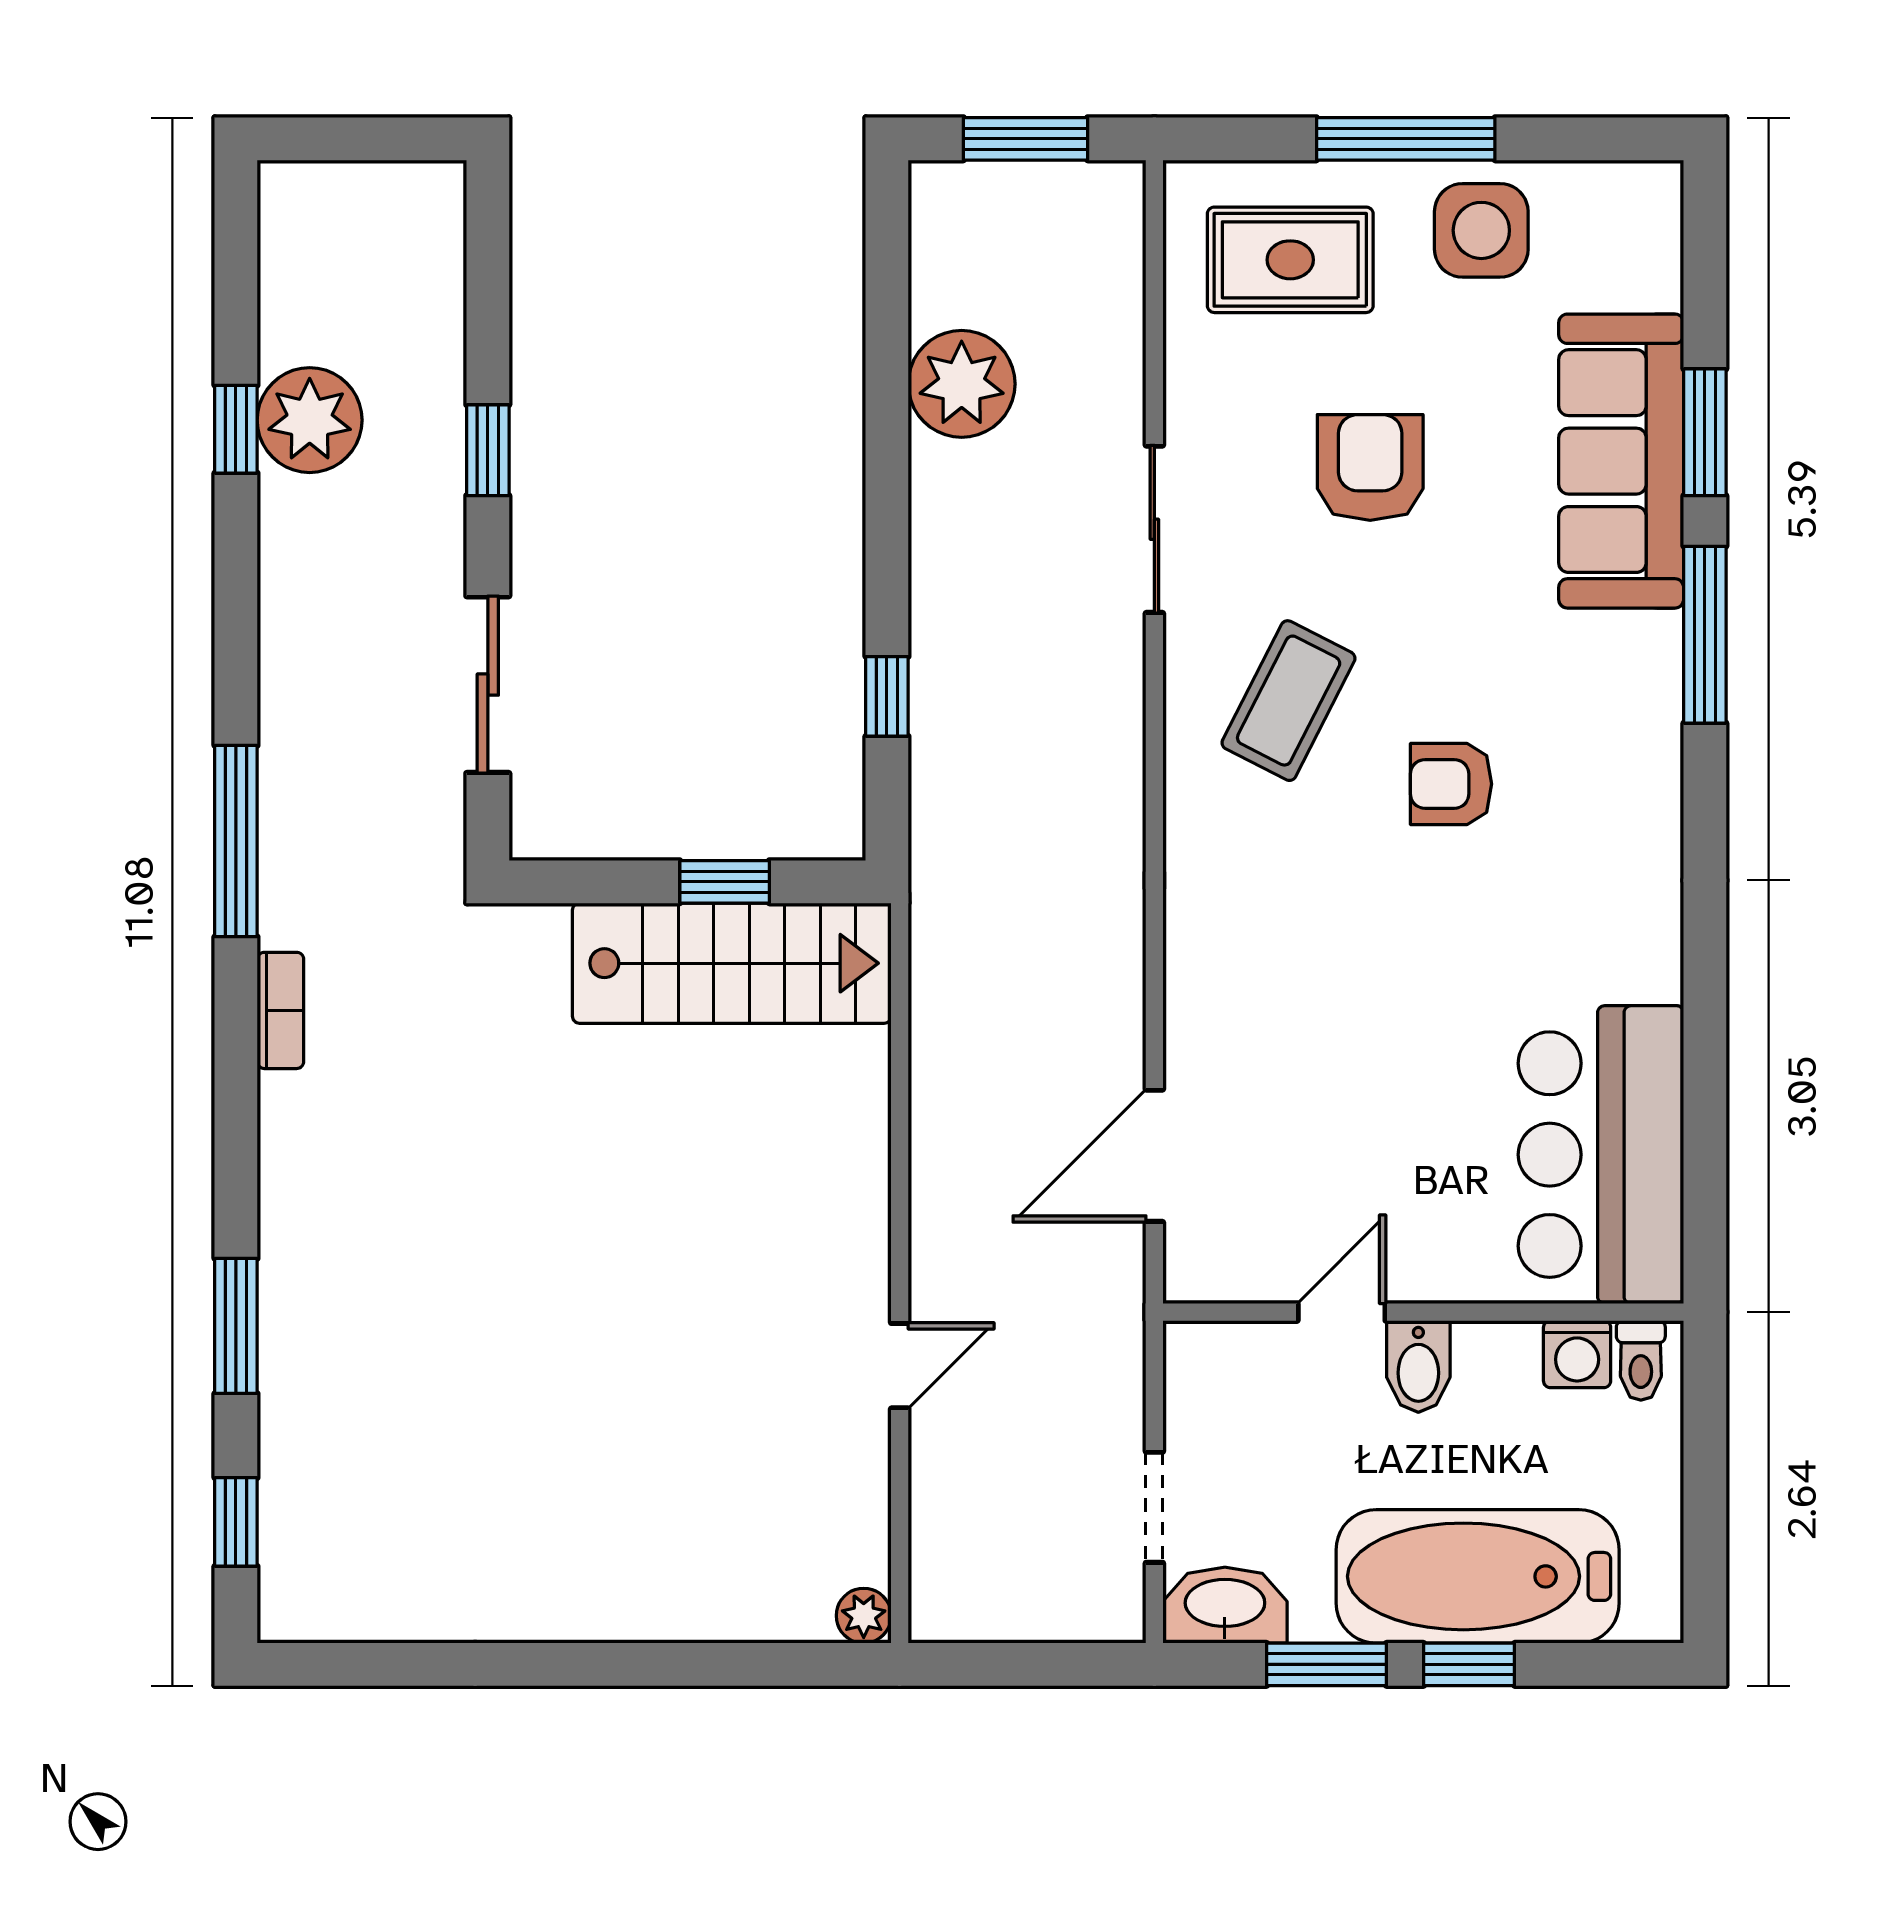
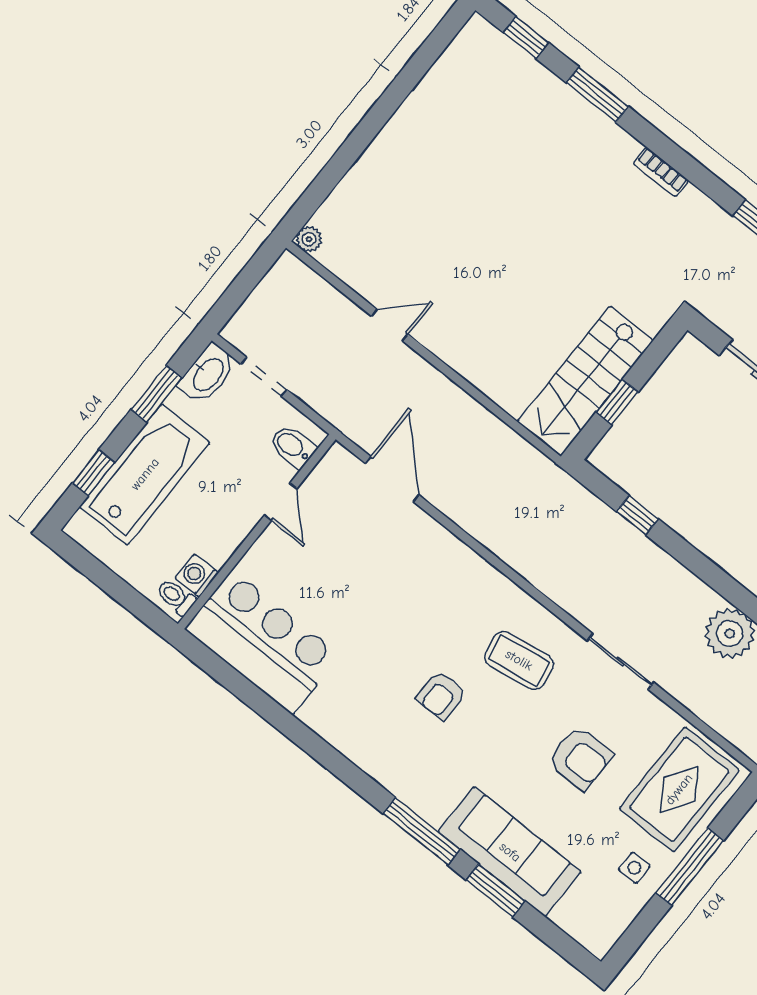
side table: (1481, 230) -> (634, 868), width x0.54, depth x0.54
rug: (1290, 260) -> (679, 789), width x1.36, depth x1.43
coffee table: (1289, 701) -> (519, 660), turned -36
armchair: (1451, 784) -> (441, 695), turned 180
bookcase: (280, 1010) -> (661, 172), moved
door: (900, 1366) -> (390, 325), swing flipped
bidet: (1418, 1366) -> (292, 446), moved
window: (1469, 1664) -> (93, 473), moved

